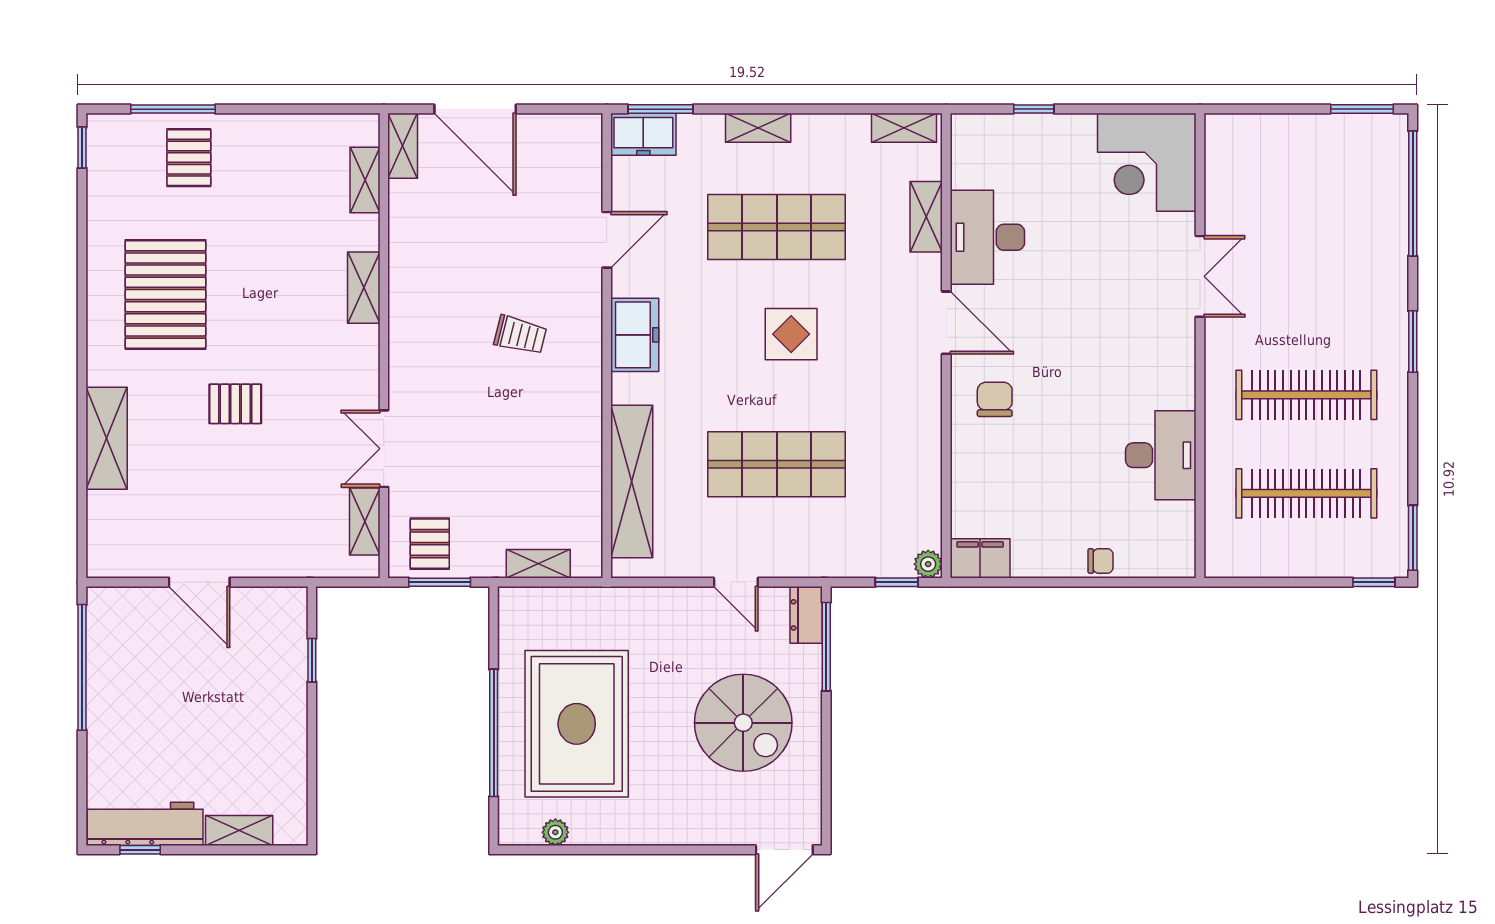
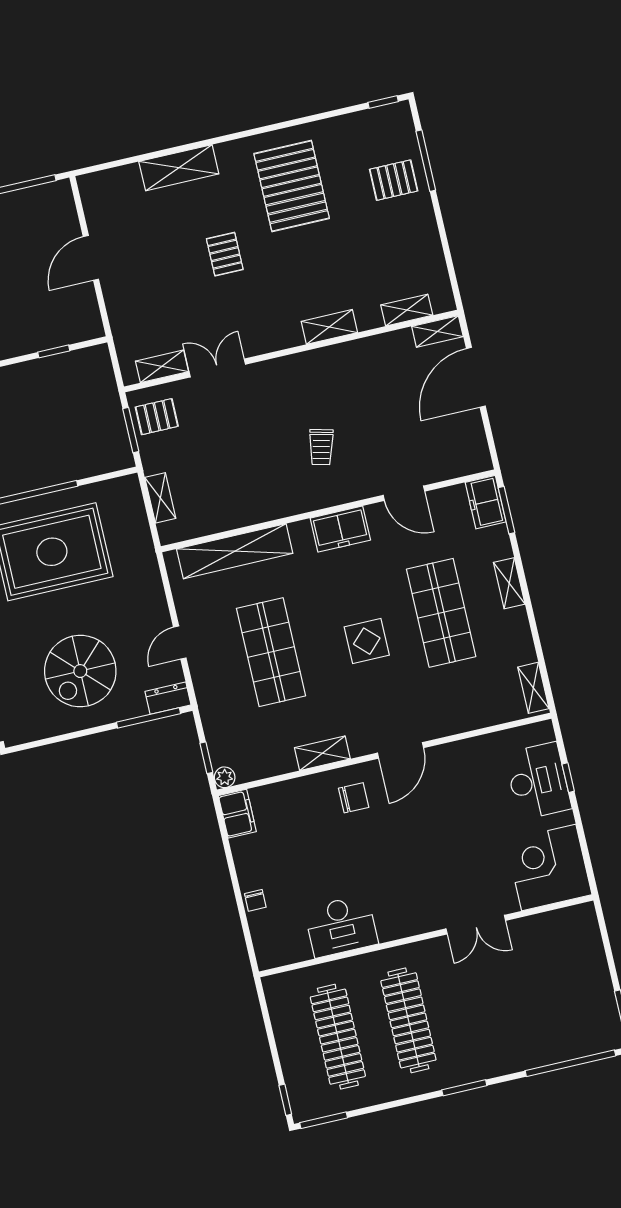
shelving: (926, 217) -> (322, 753), moved
desk: (987, 237) -> (538, 781), moved, turned 90
pallet: (165, 294) -> (292, 186), turned 90

